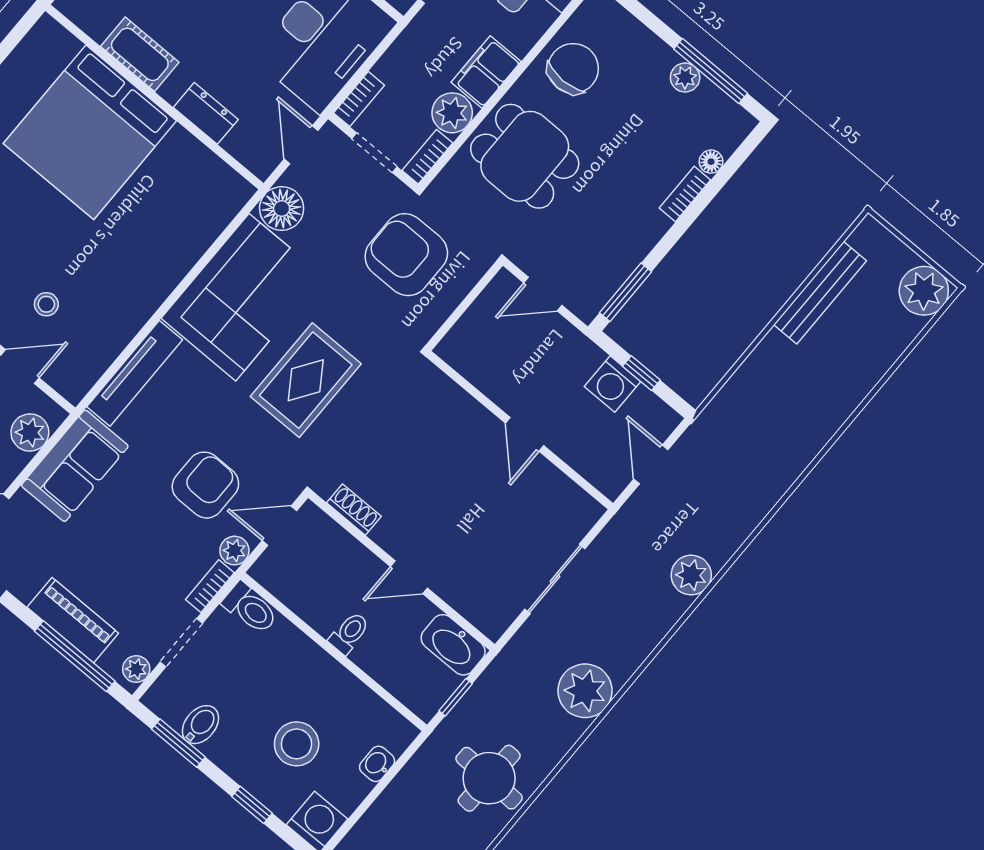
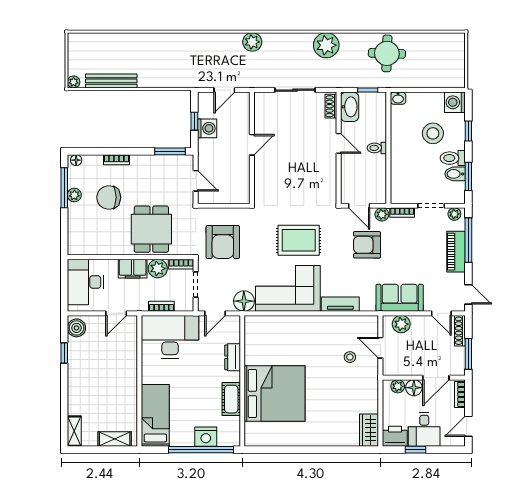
chair: (573, 68) -> (109, 197), moved
bookcase: (359, 99) -> (161, 306), moved
floor lamp: (711, 162) -> (76, 160), moved
plant: (924, 291) -> (74, 82), moved, width x0.53, depth x0.53
tv unit: (135, 373) -> (340, 304), width x0.71
shoe rack: (354, 510) -> (331, 106), moved
toilet: (250, 608) -> (453, 158), moved, turned -90
washbasin: (377, 764) -> (398, 98), moved

